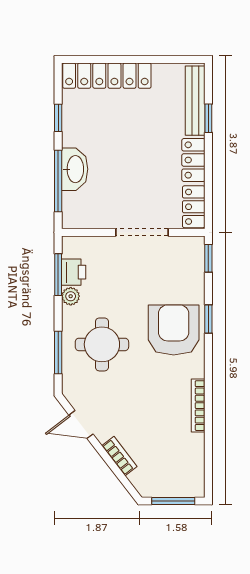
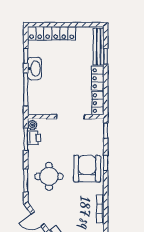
washbasin: (75, 169) -> (34, 69), moved
plant: (71, 296) -> (32, 125), moved

